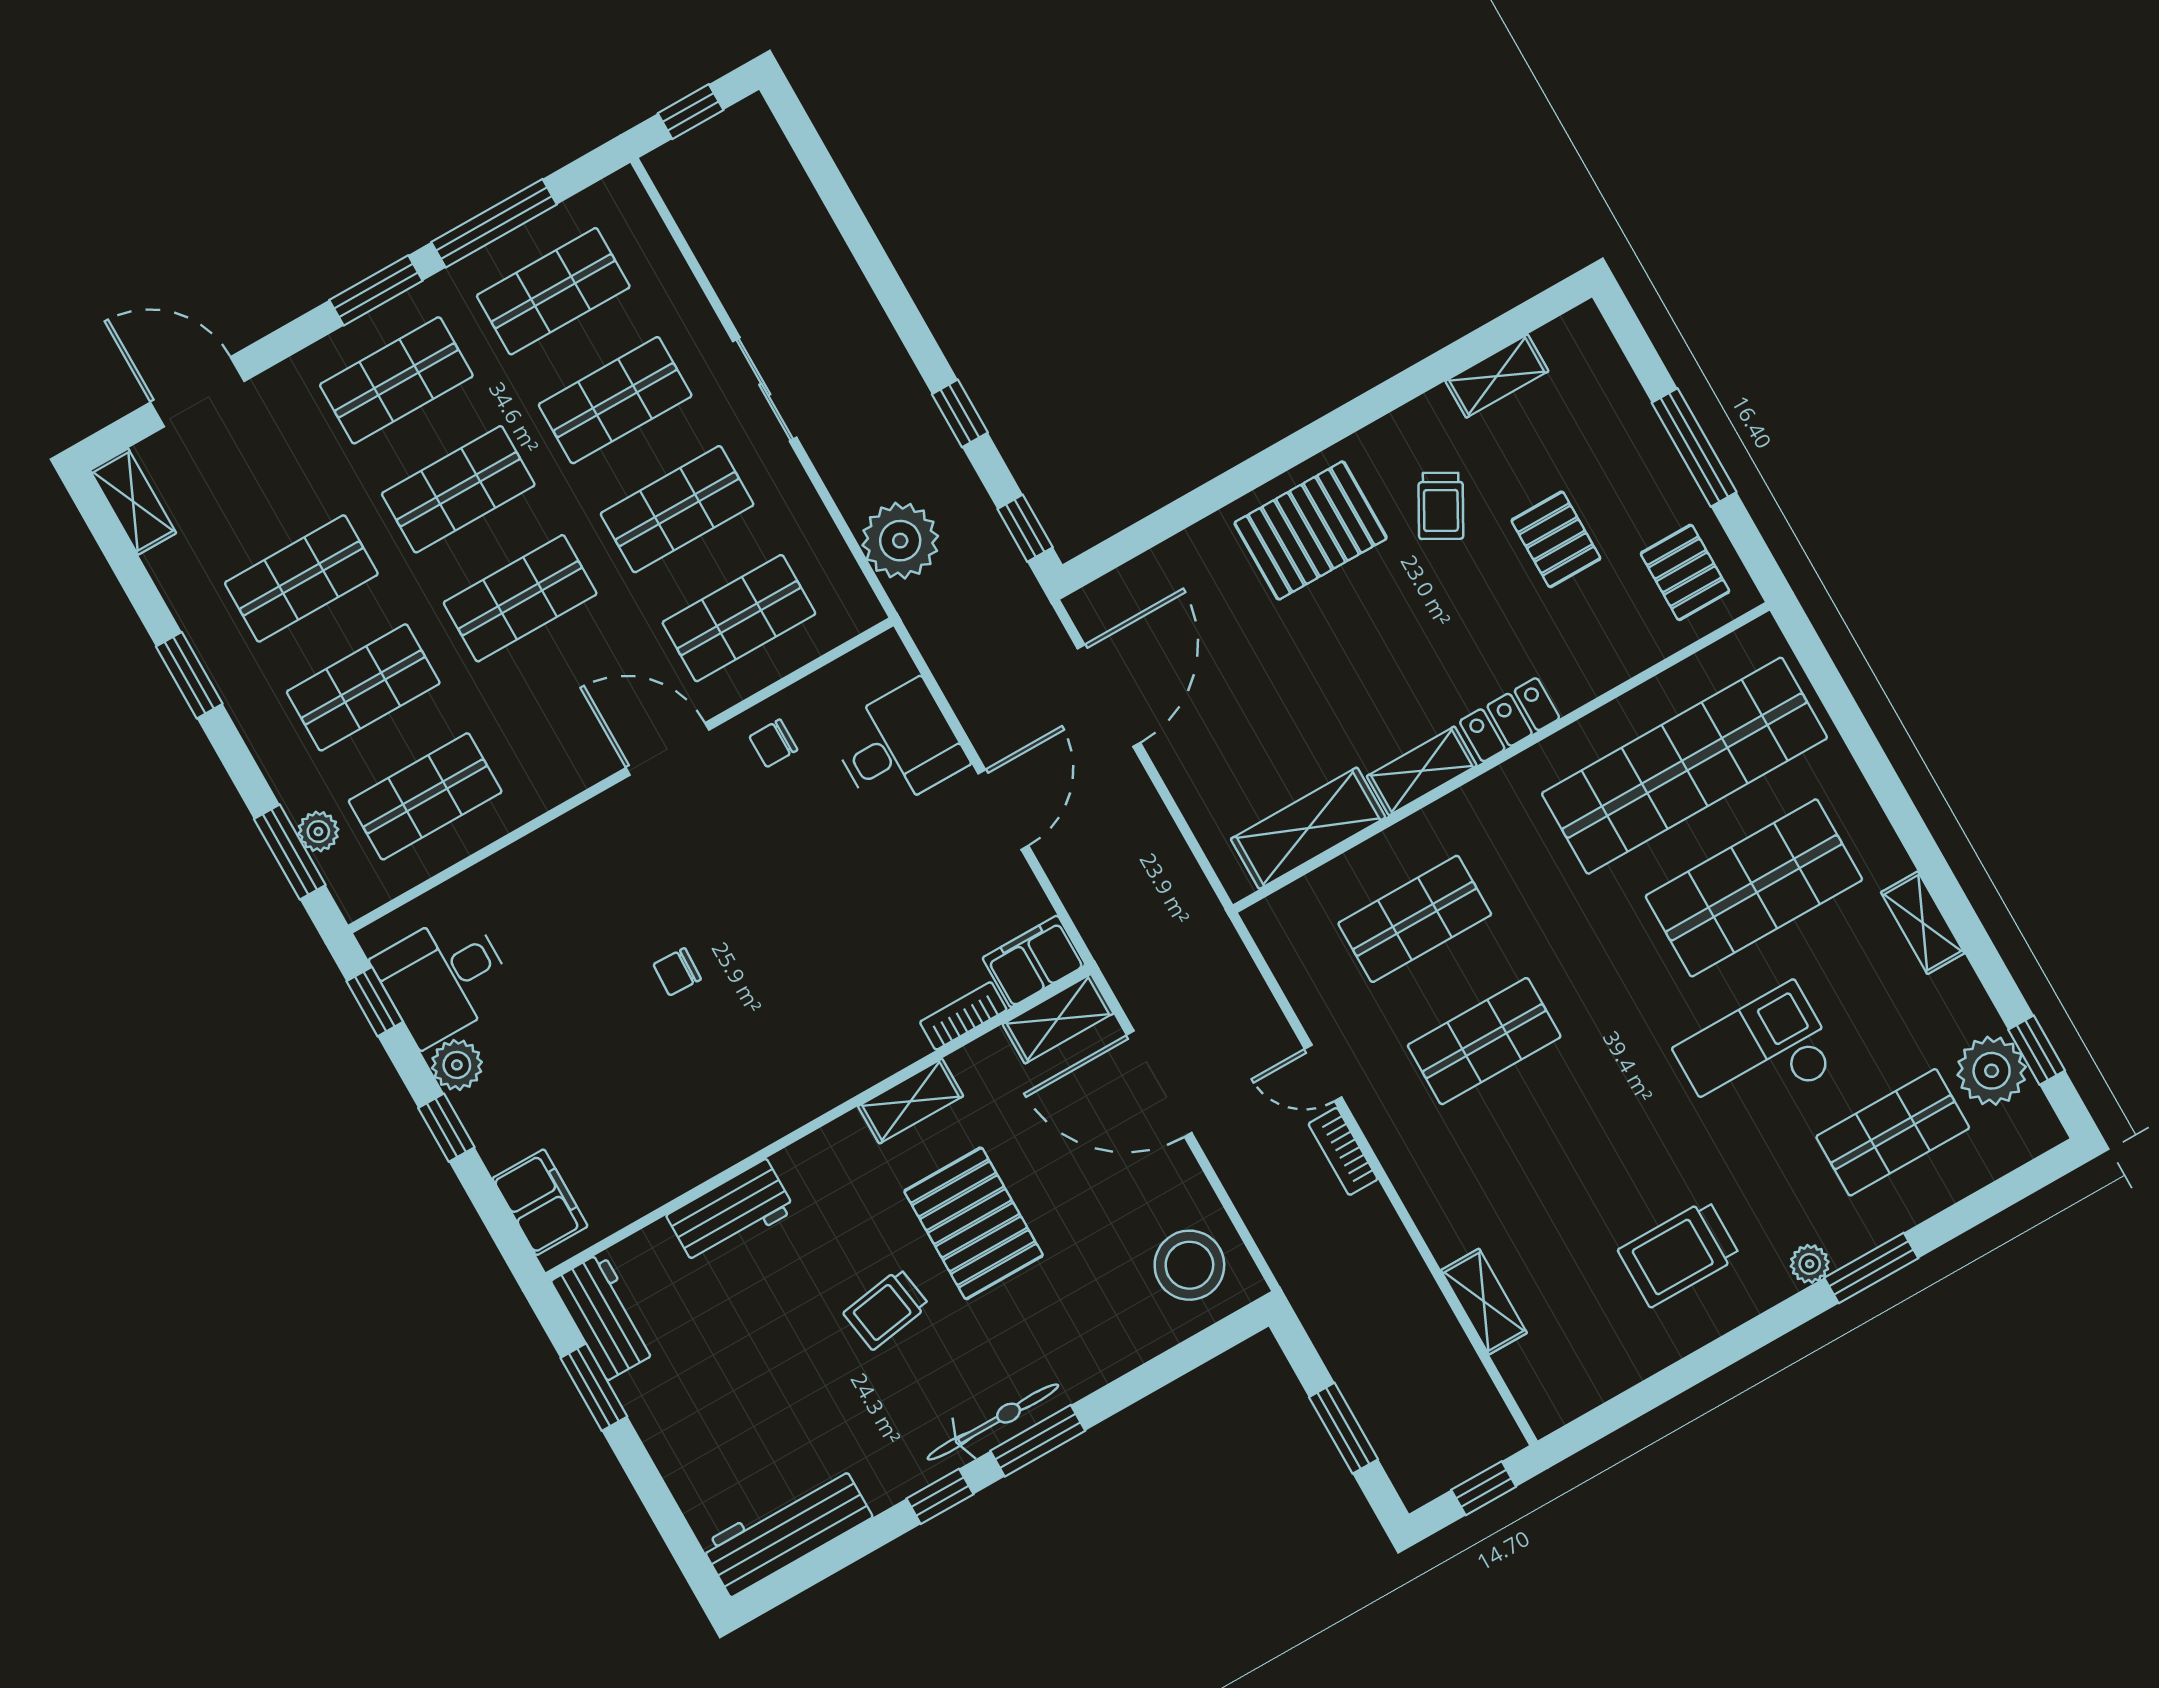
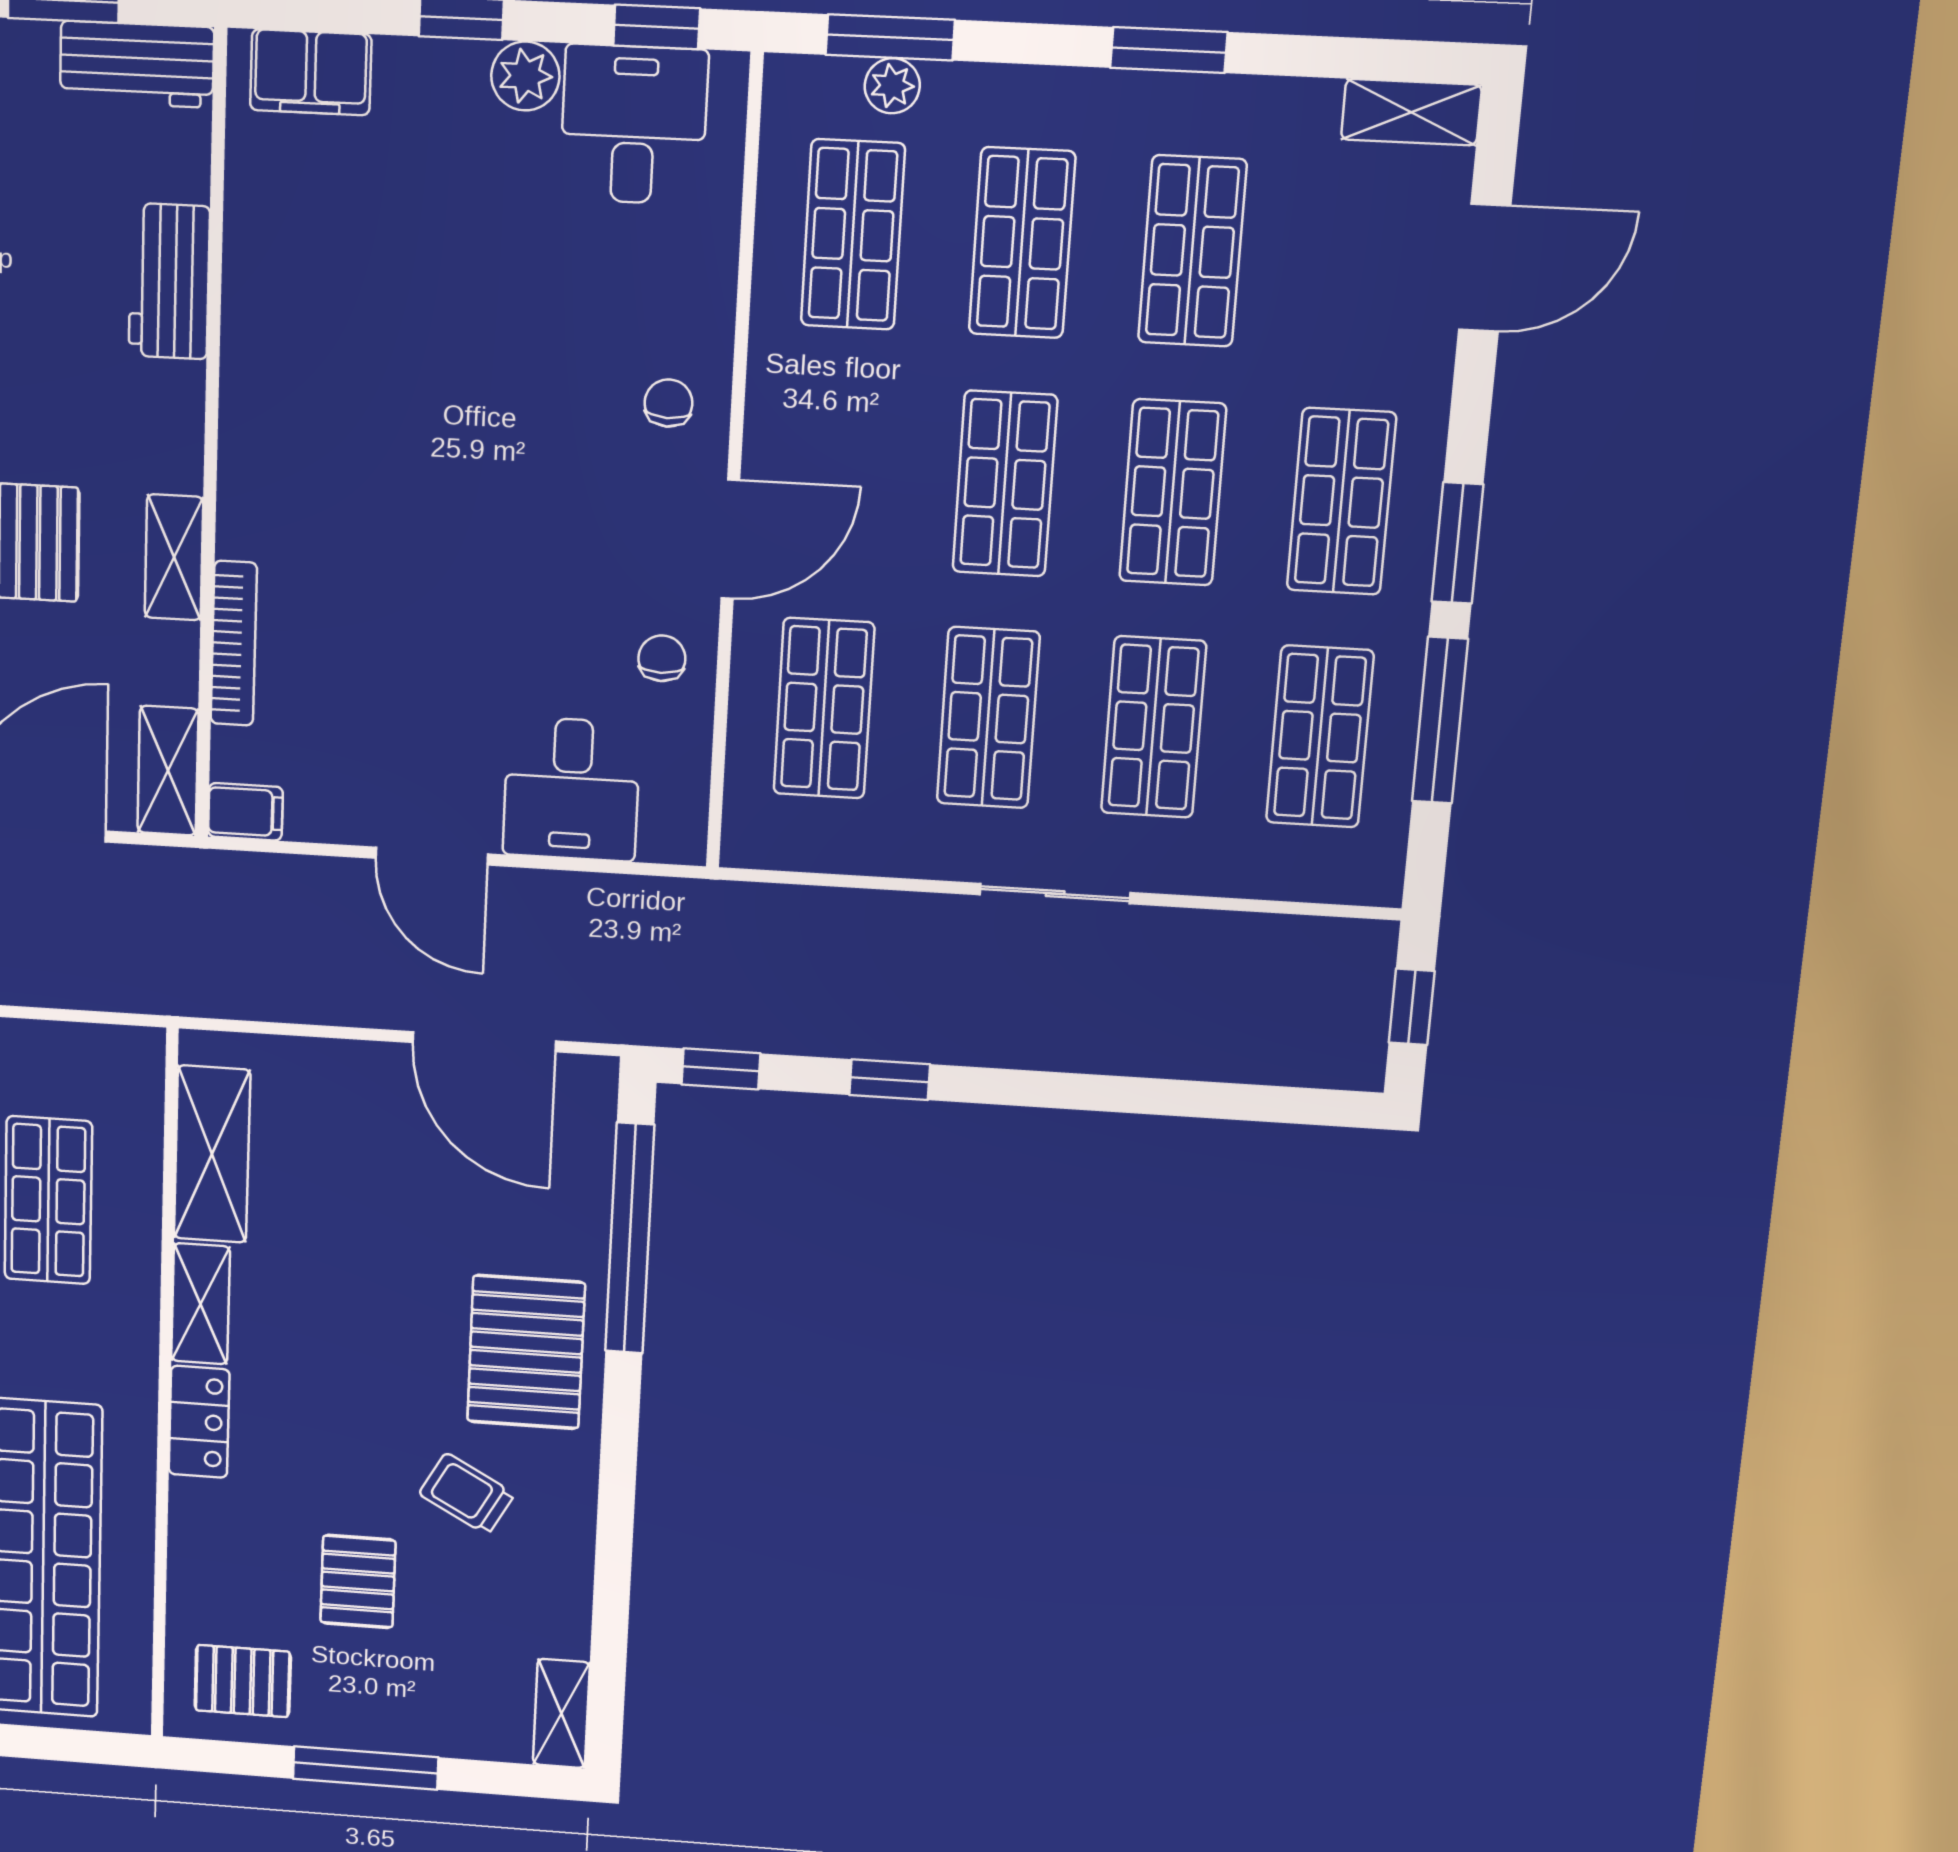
shelving: (1497, 376) -> (561, 1713), moved
window: (1183, 513) -> (630, 1238), added
pallet: (1556, 539) -> (358, 1581), turned 90
plant: (900, 541) -> (794, 932), removed
filing cabinet: (1034, 961) -> (245, 812), width x0.50
chair: (677, 972) -> (668, 403), moved
bookcase: (963, 1016) -> (234, 643), width x1.56

